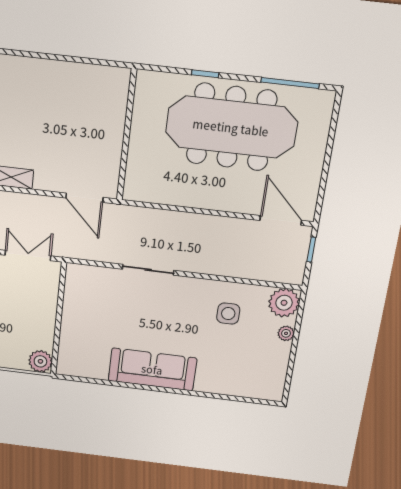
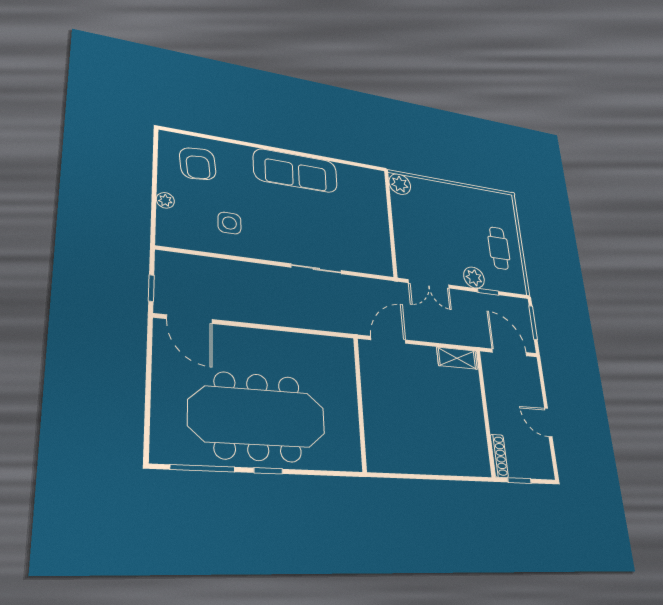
window: (205, 74) -> (268, 471), moved
door: (84, 198) -> (388, 340), hinge flipped
plant: (284, 303) -> (172, 232), removed
armchair: (250, 371) -> (198, 164), added

